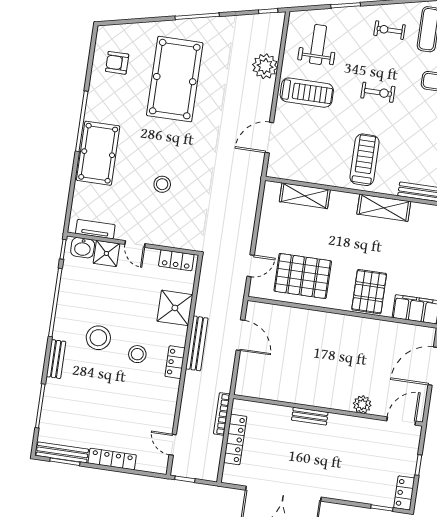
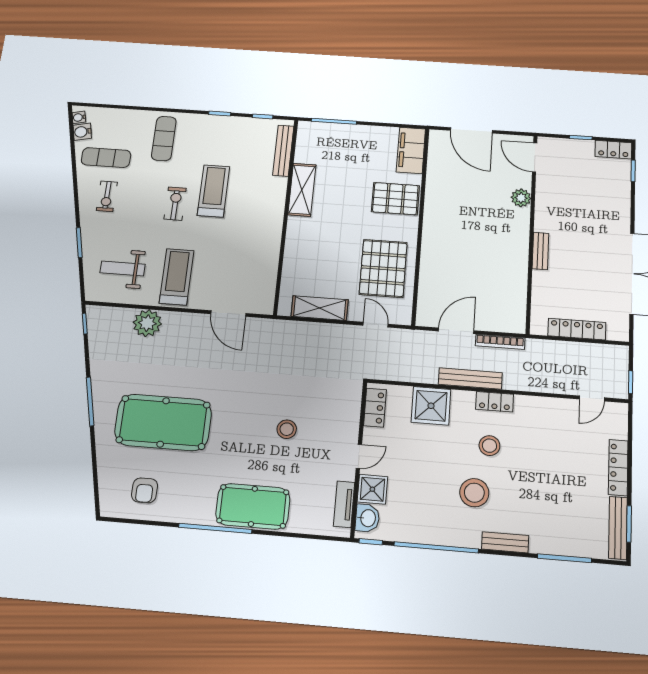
treadmill: (365, 160) -> (213, 191), moved, turned 90
shelving: (305, 196) -> (320, 308), moved, turned 90
bookcase: (222, 414) -> (500, 342), moved

